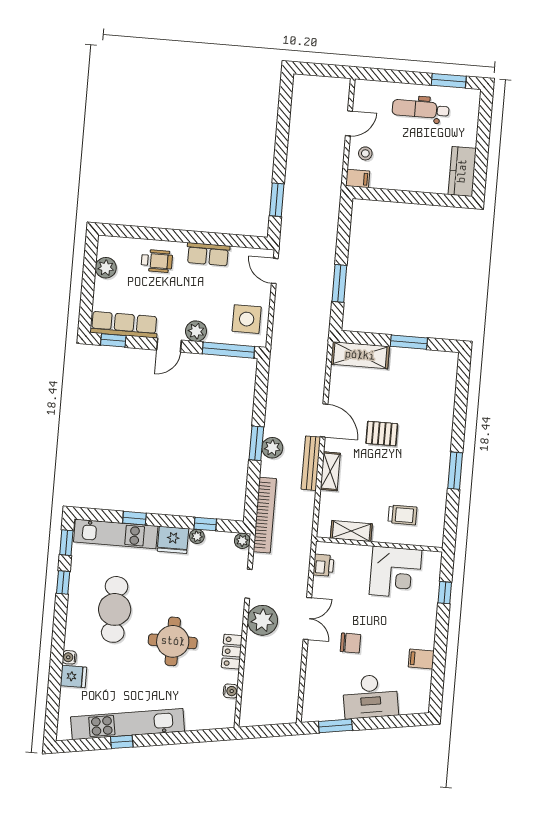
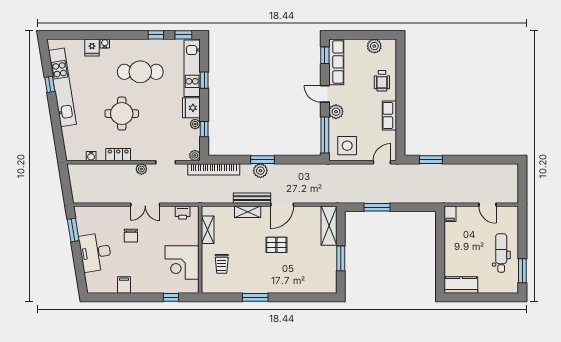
stool: (365, 153) -> (468, 218), removed
pallet: (382, 434) -> (276, 245), turned 90
plant: (262, 620) -> (141, 169), width x0.53, depth x0.53

